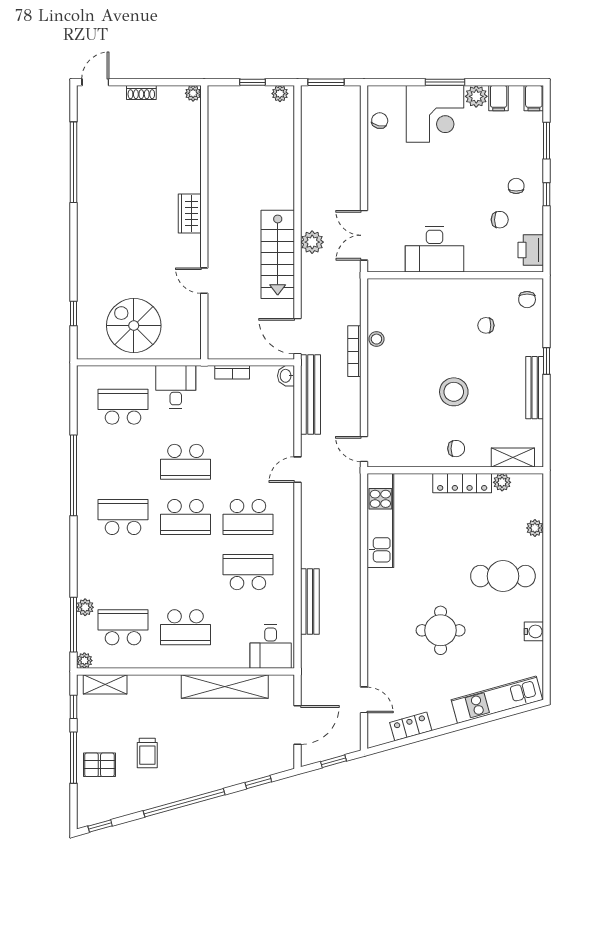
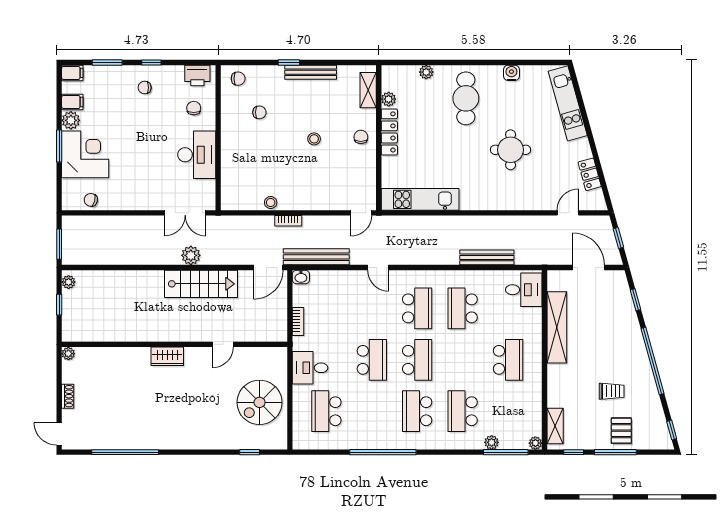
chair: (500, 220) -> (194, 108), moved
chair: (486, 325) -> (259, 112), turned -90
bookcase: (354, 351) -> (288, 221), width x0.64
stool: (454, 392) -> (314, 139), width x0.53, depth x0.53
school desk: (123, 627) -> (463, 411), moved

